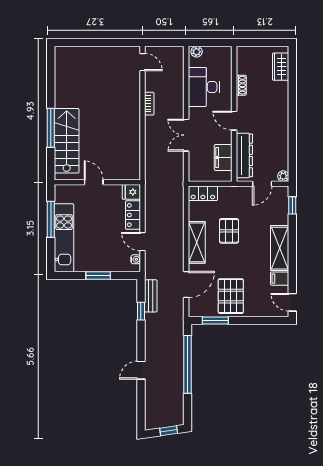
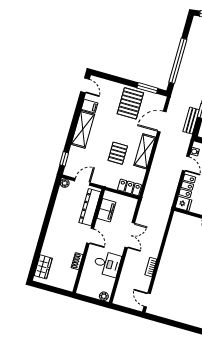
desk: (204, 87) -> (107, 264), width x0.73

